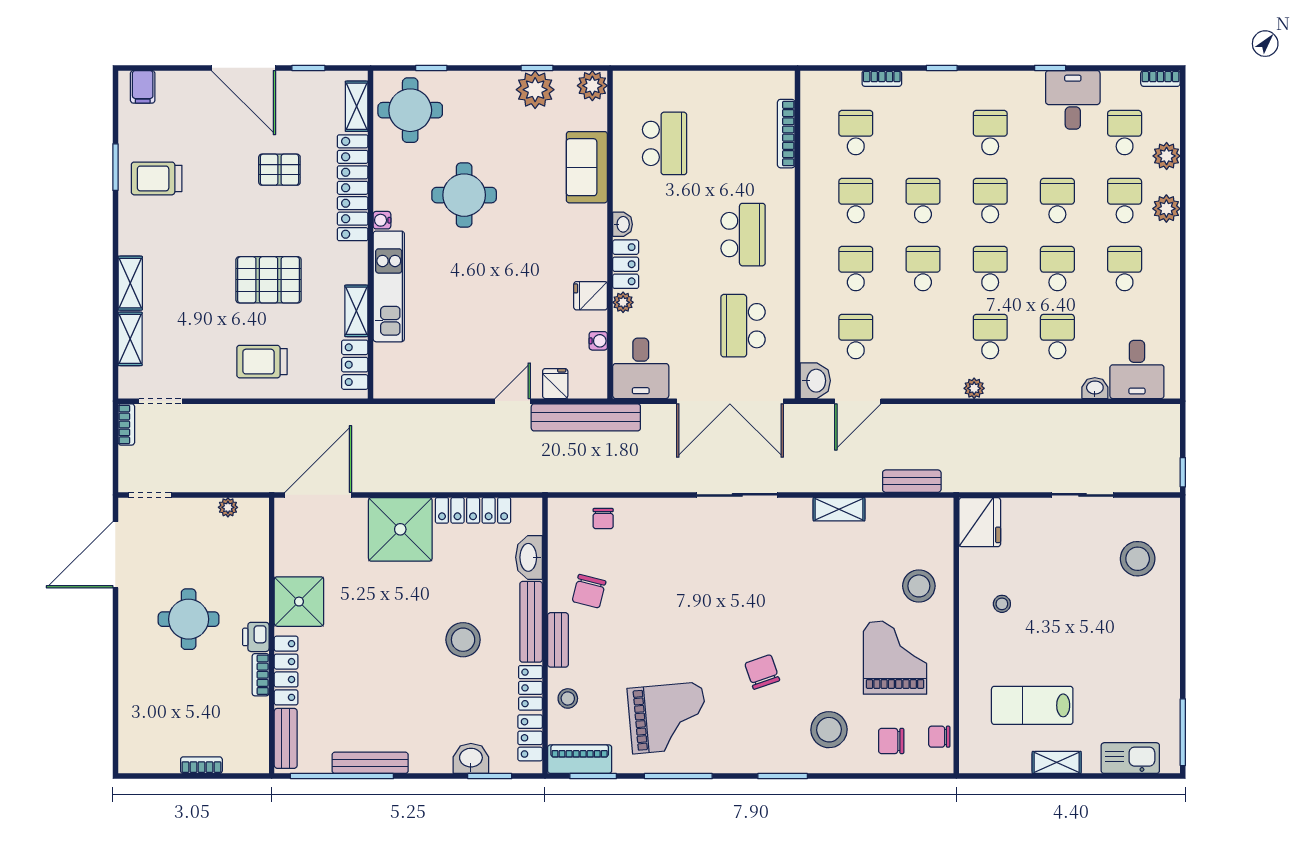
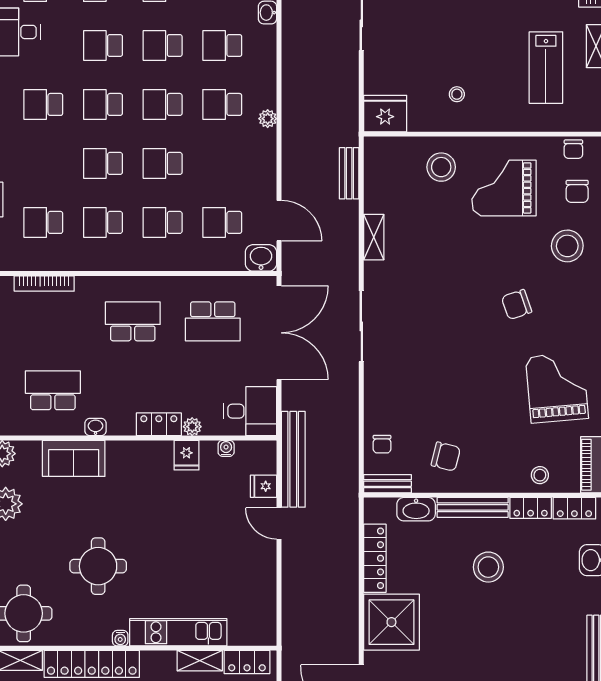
washbasin: (623, 224) -> (96, 427), moved
chair: (603, 519) -> (382, 444), turned 90
bench: (558, 640) -> (387, 484), moved

